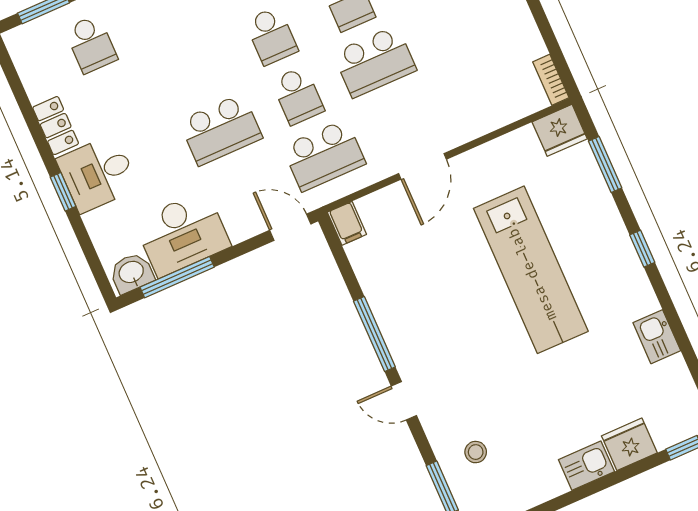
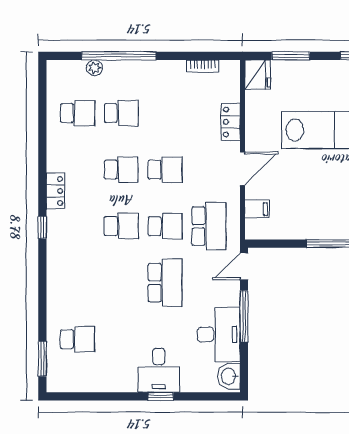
school desk: (375, 62) -> (165, 170), width x0.54
bookcase: (551, 80) -> (203, 66), moved
locker: (56, 126) -> (231, 122), moved, turned -90
door: (422, 166) -> (242, 169), hinge flipped
filing cabinet: (347, 223) -> (257, 209), moved
window: (177, 277) -> (244, 316), moved

